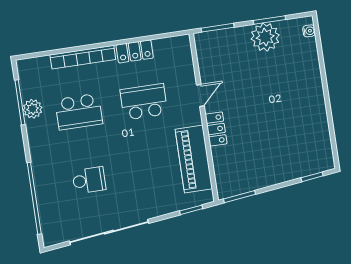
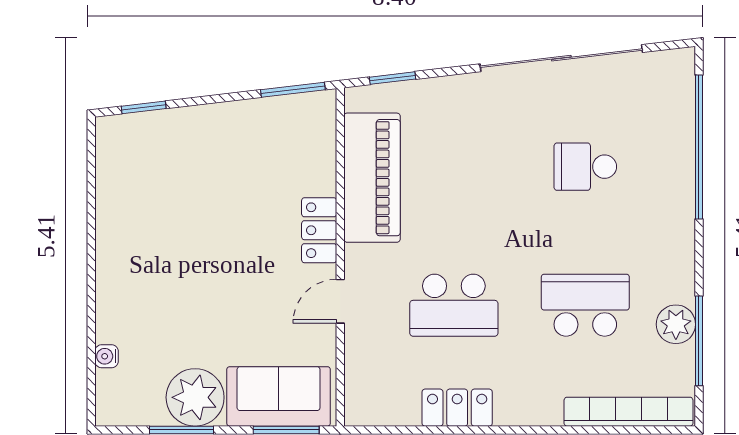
water cooler: (309, 31) -> (107, 356), moved
sofa: (224, 44) -> (279, 396), added
bookcase: (83, 57) -> (628, 412), moved

